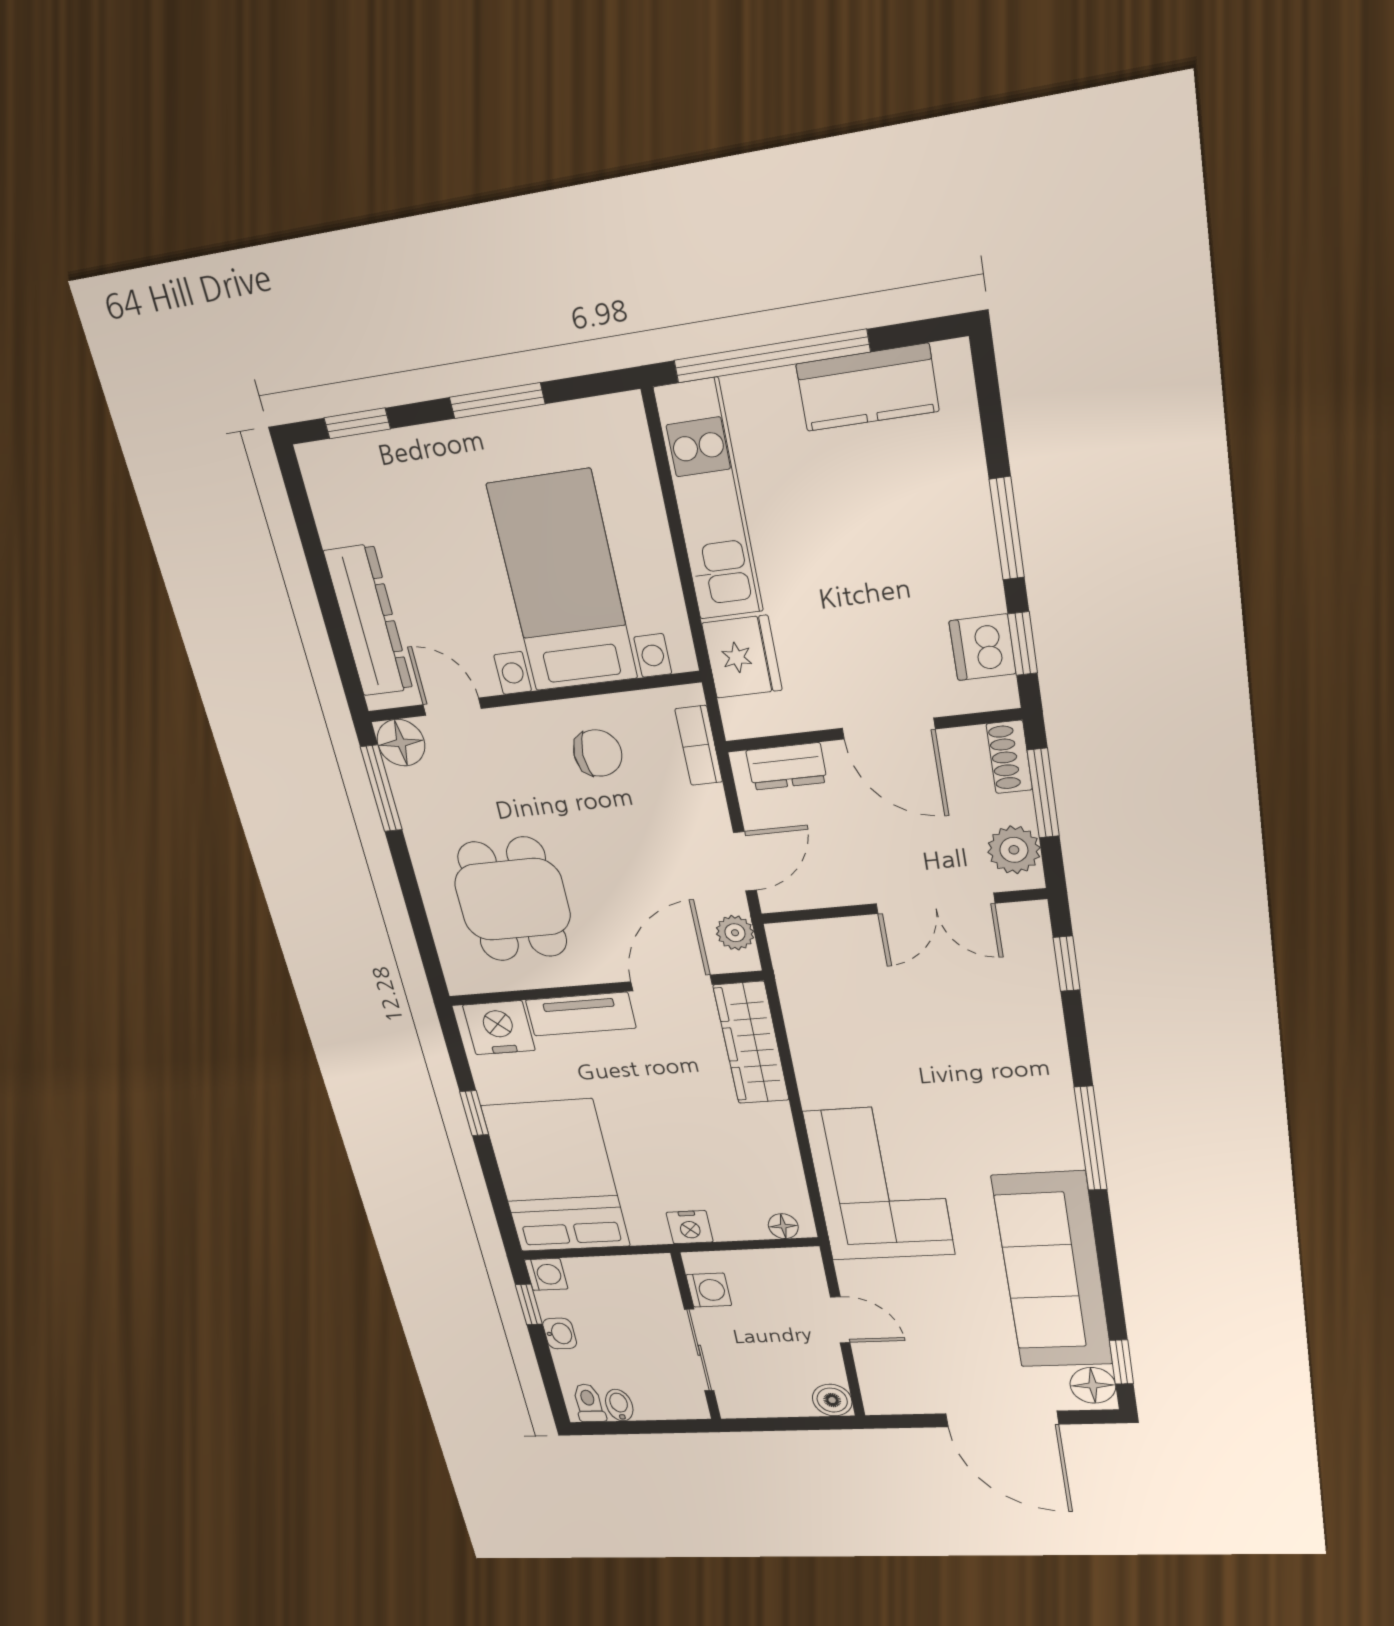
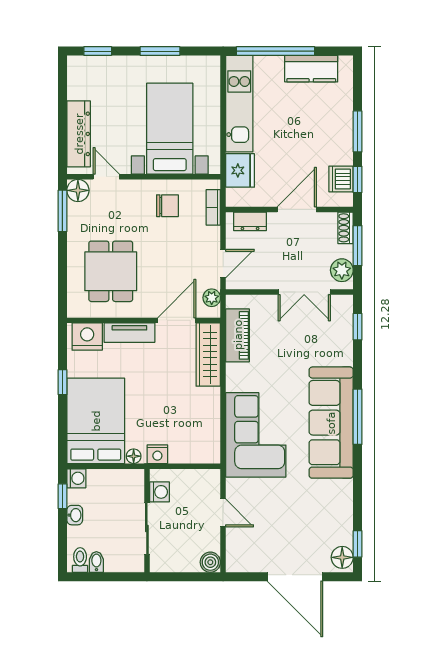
door: (889, 729) -> (297, 209), swing flipped
piano: (805, 1002) -> (238, 335), added
floor lamp: (783, 1226) -> (134, 456), moved
sofa: (1053, 1271) -> (331, 423), moved

